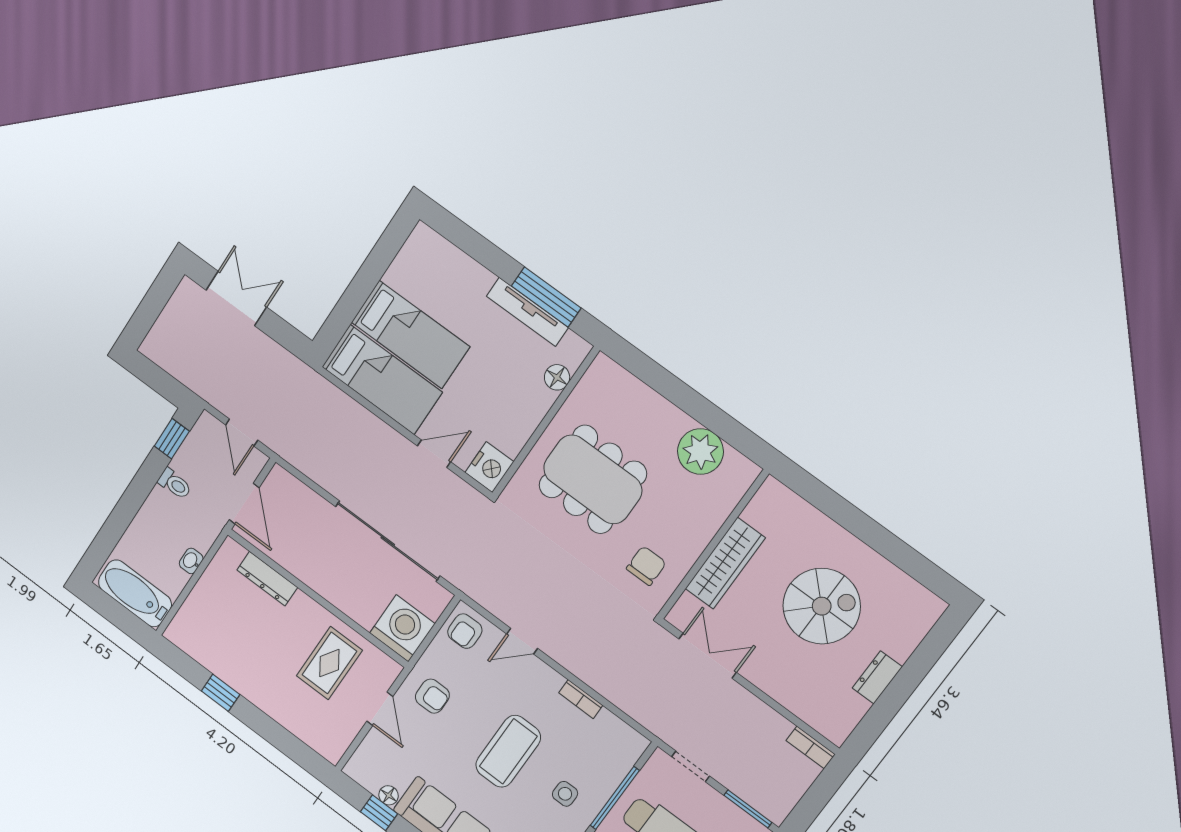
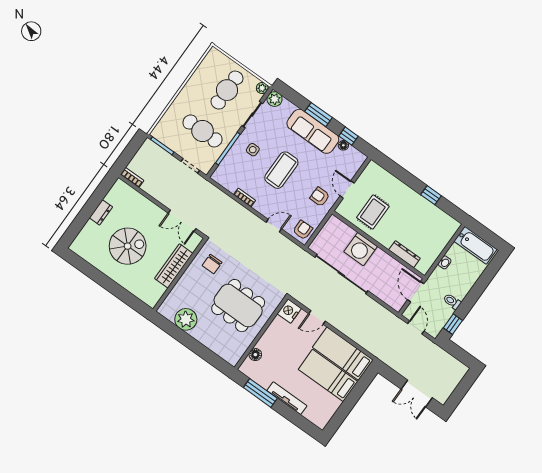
tv unit: (527, 312) -> (287, 398), moved
spiral stairs: (822, 606) -> (128, 246), turned 180
washing machine: (402, 628) -> (361, 249), moved

